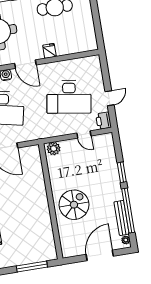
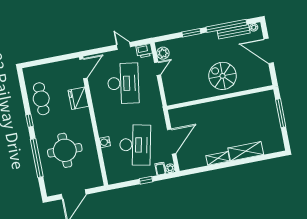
fridge: (49, 51) -> (78, 98), width x1.88, depth x1.34
door: (25, 64) -> (83, 69), moved
plant: (54, 148) -> (163, 53), moved

